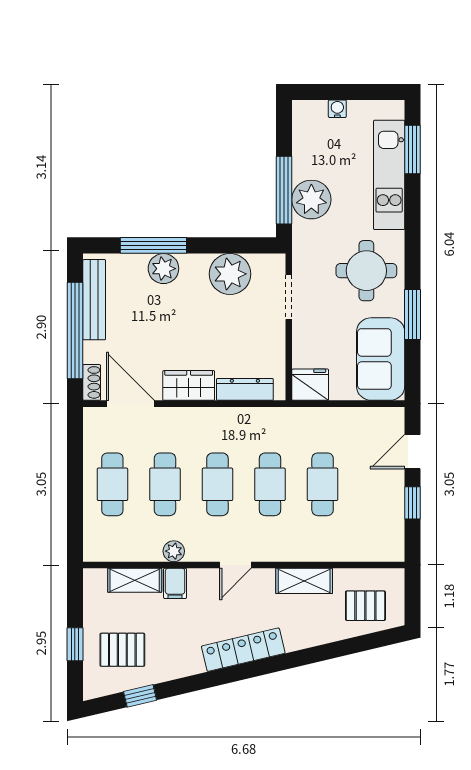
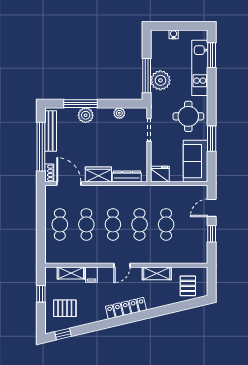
plant: (230, 274) -> (119, 113), width x0.53, depth x0.53
plant: (174, 551) -> (91, 258), removed
pallet: (365, 606) -> (188, 286), turned 90
window: (75, 644) -> (41, 294), moved
window: (140, 696) -> (63, 334), moved

